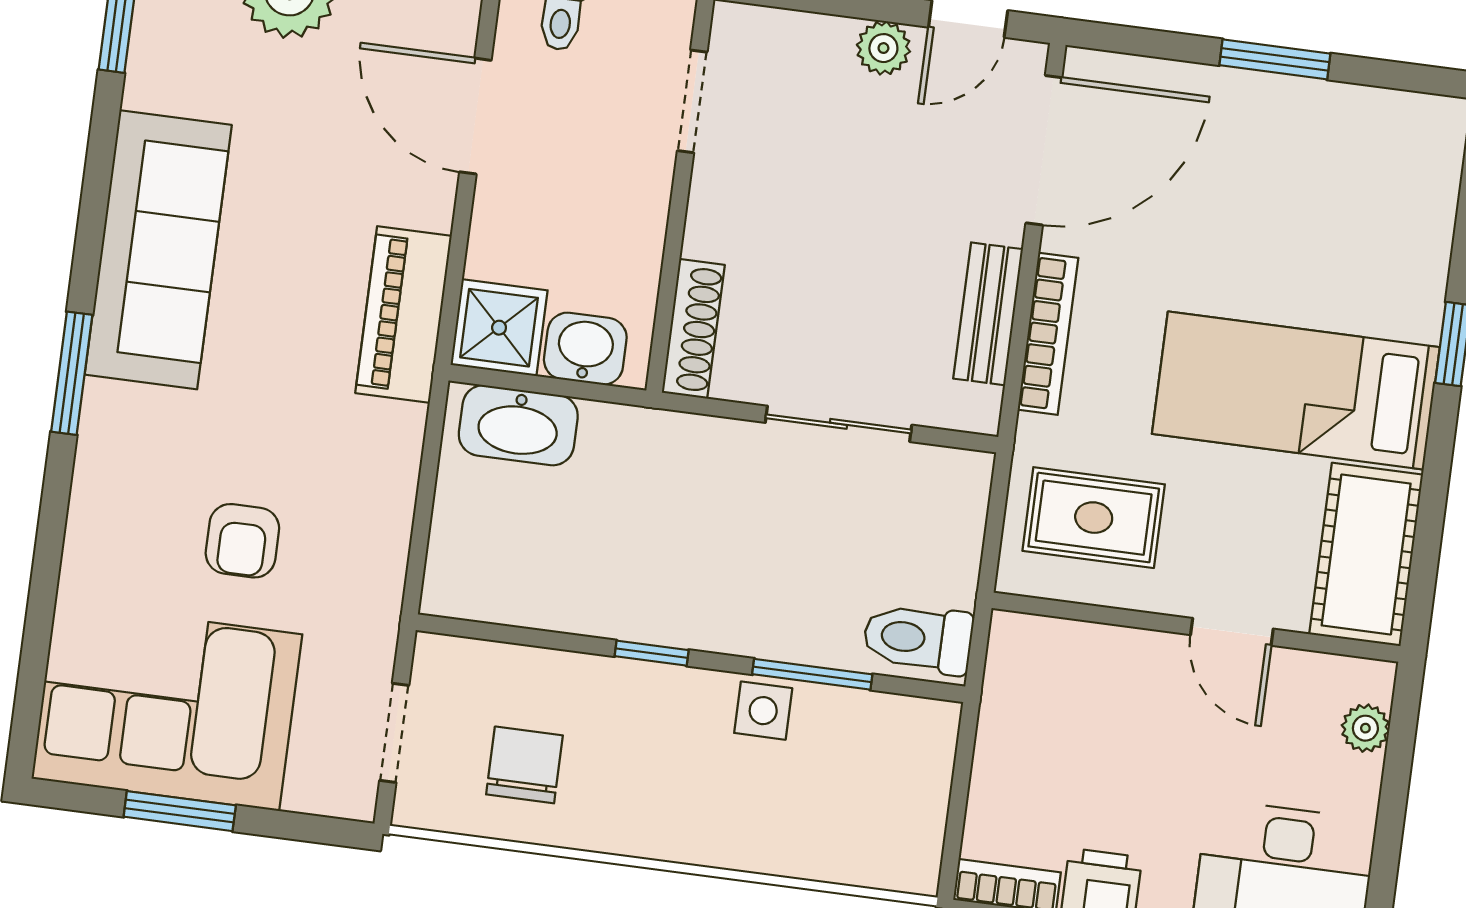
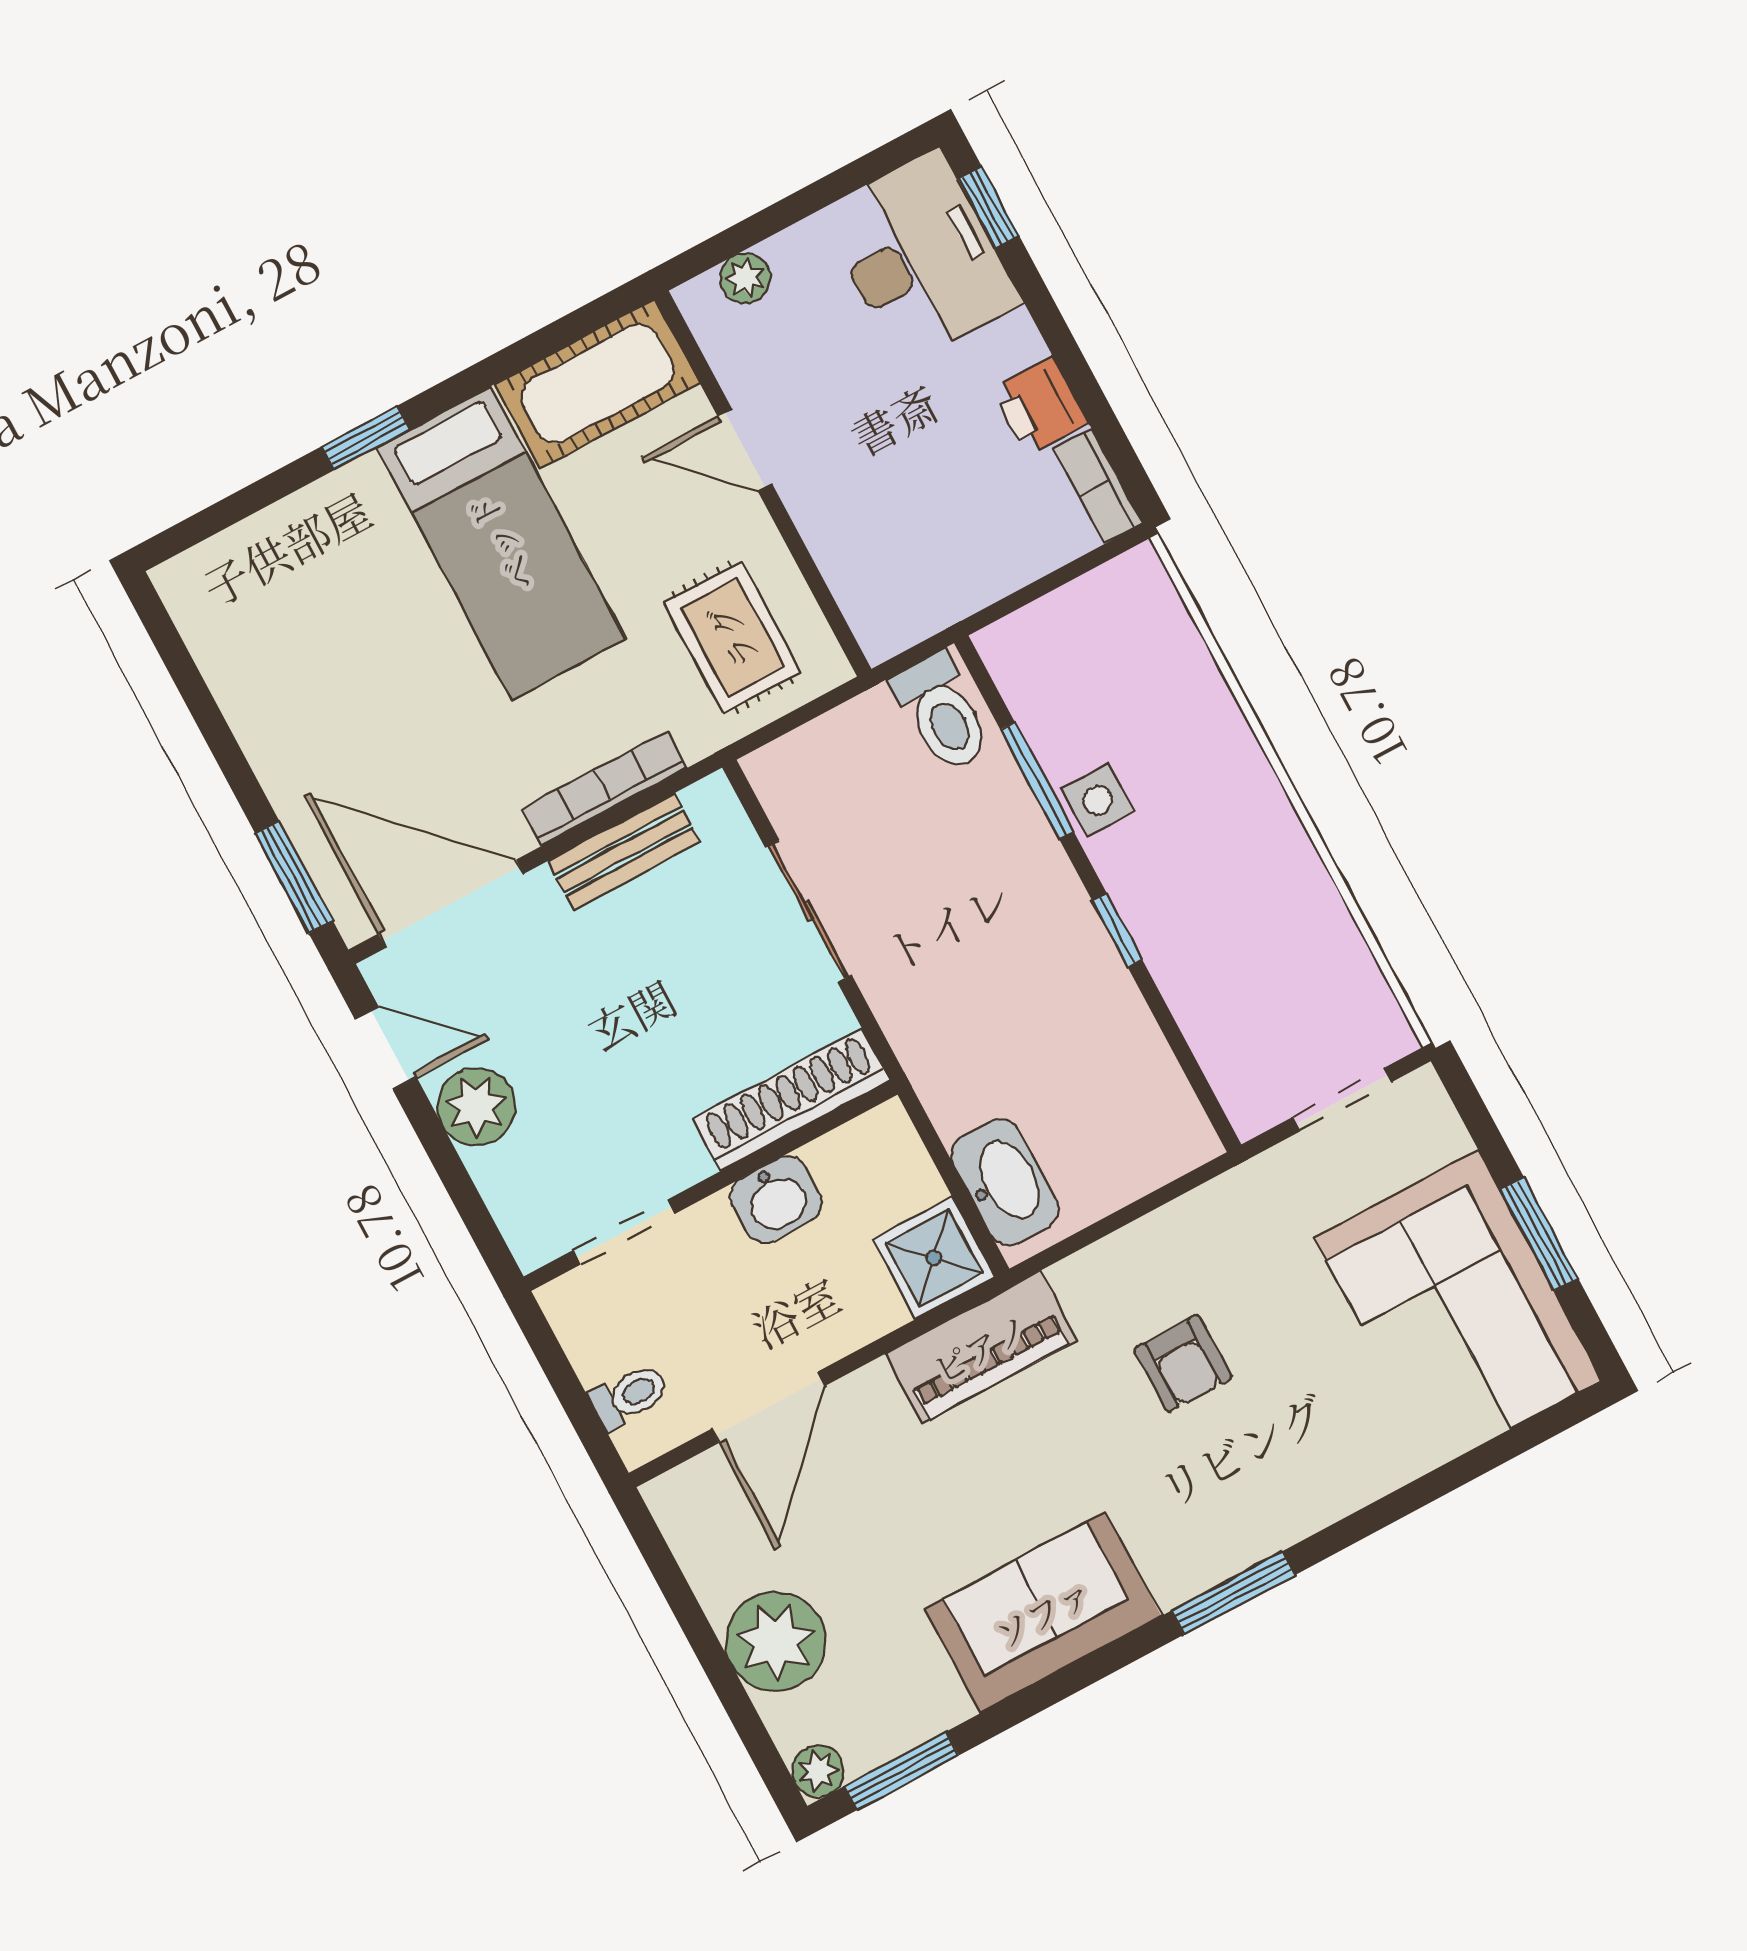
plant: (883, 48) -> (476, 1107), width x1.38, depth x1.38
window: (1275, 59) -> (294, 877), moved
sofa: (158, 250) -> (1043, 1612), width x0.73
shoe rack: (693, 329) -> (791, 1099), width x1.36, depth x1.24
washbasin: (585, 349) -> (776, 1199), moved, turned -90
armchair: (242, 541) -> (1183, 1364), moved, turned 90
door: (1232, 632) -> (745, 450), swing flipped
chair: (524, 765) -> (1290, 970), removed

